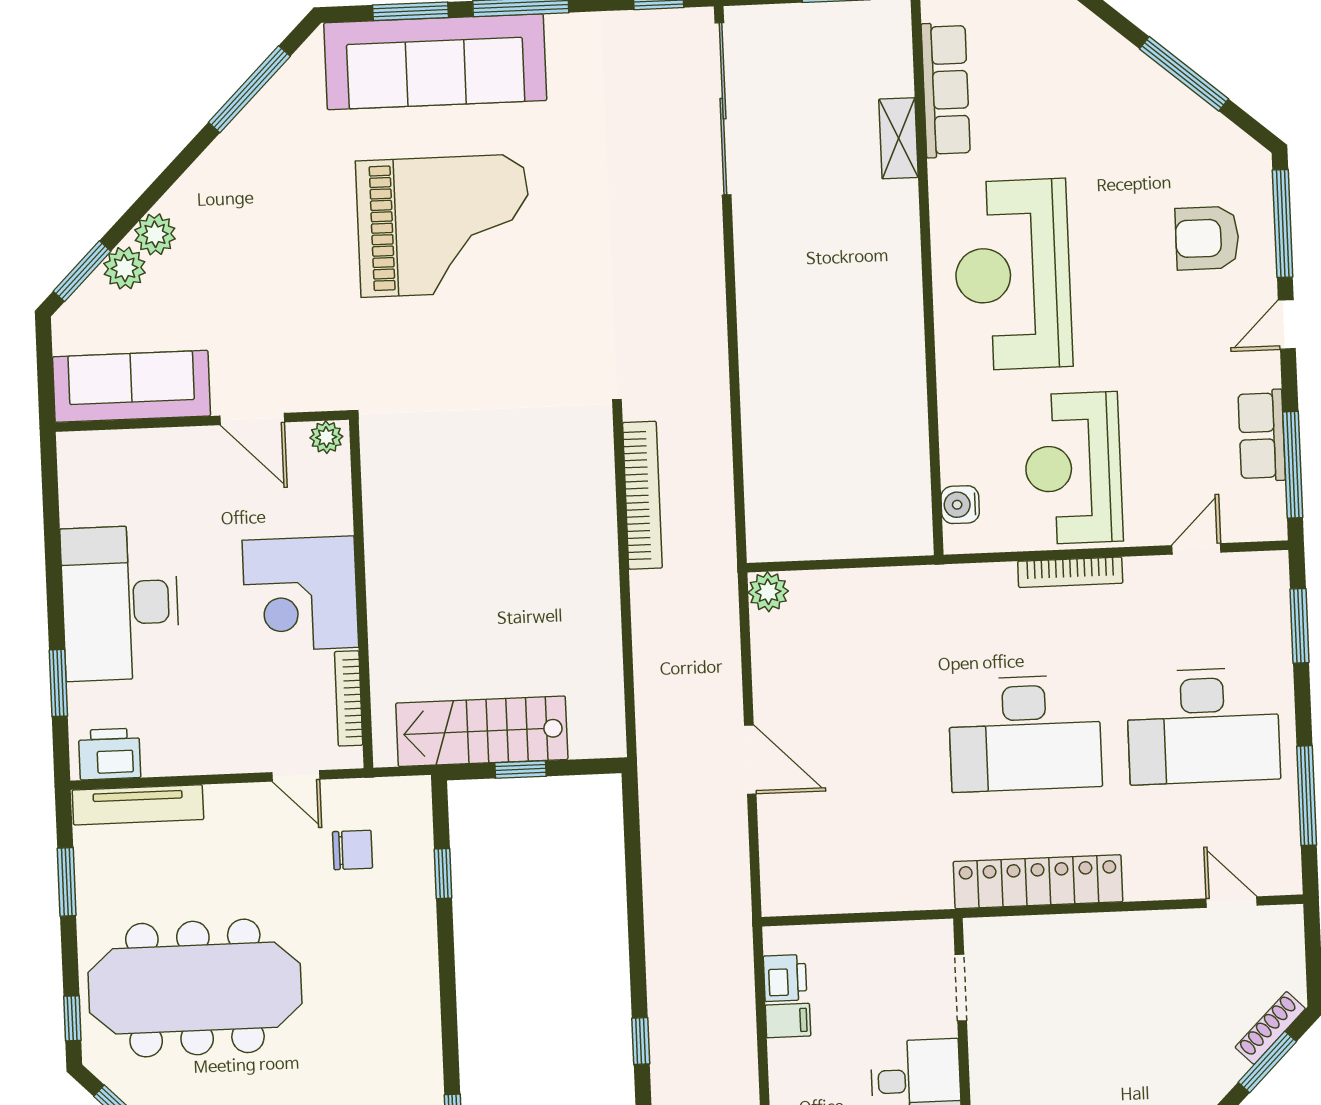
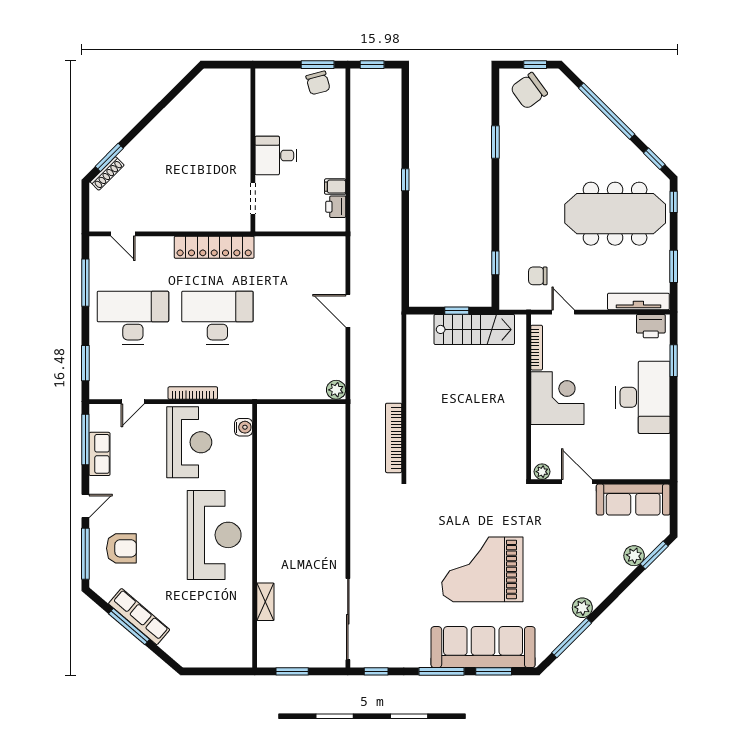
row of seats: (946, 90) -> (139, 617), moved, turned 131
plant: (155, 234) -> (582, 608), moved

